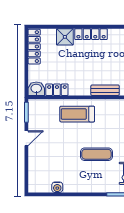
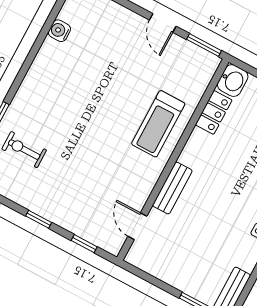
treadmill: (77, 114) -> (158, 124), turned 180
exercise mat: (96, 154) -> (78, 120), removed

